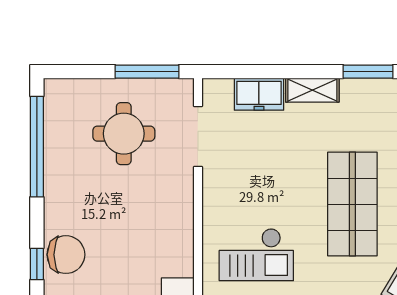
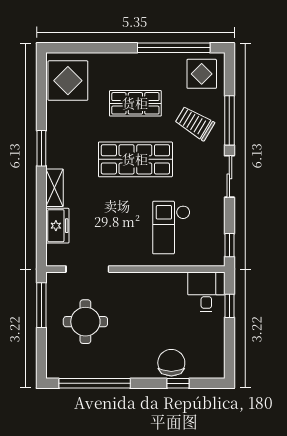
checkout: (256, 255) -> (171, 228), turned 180

